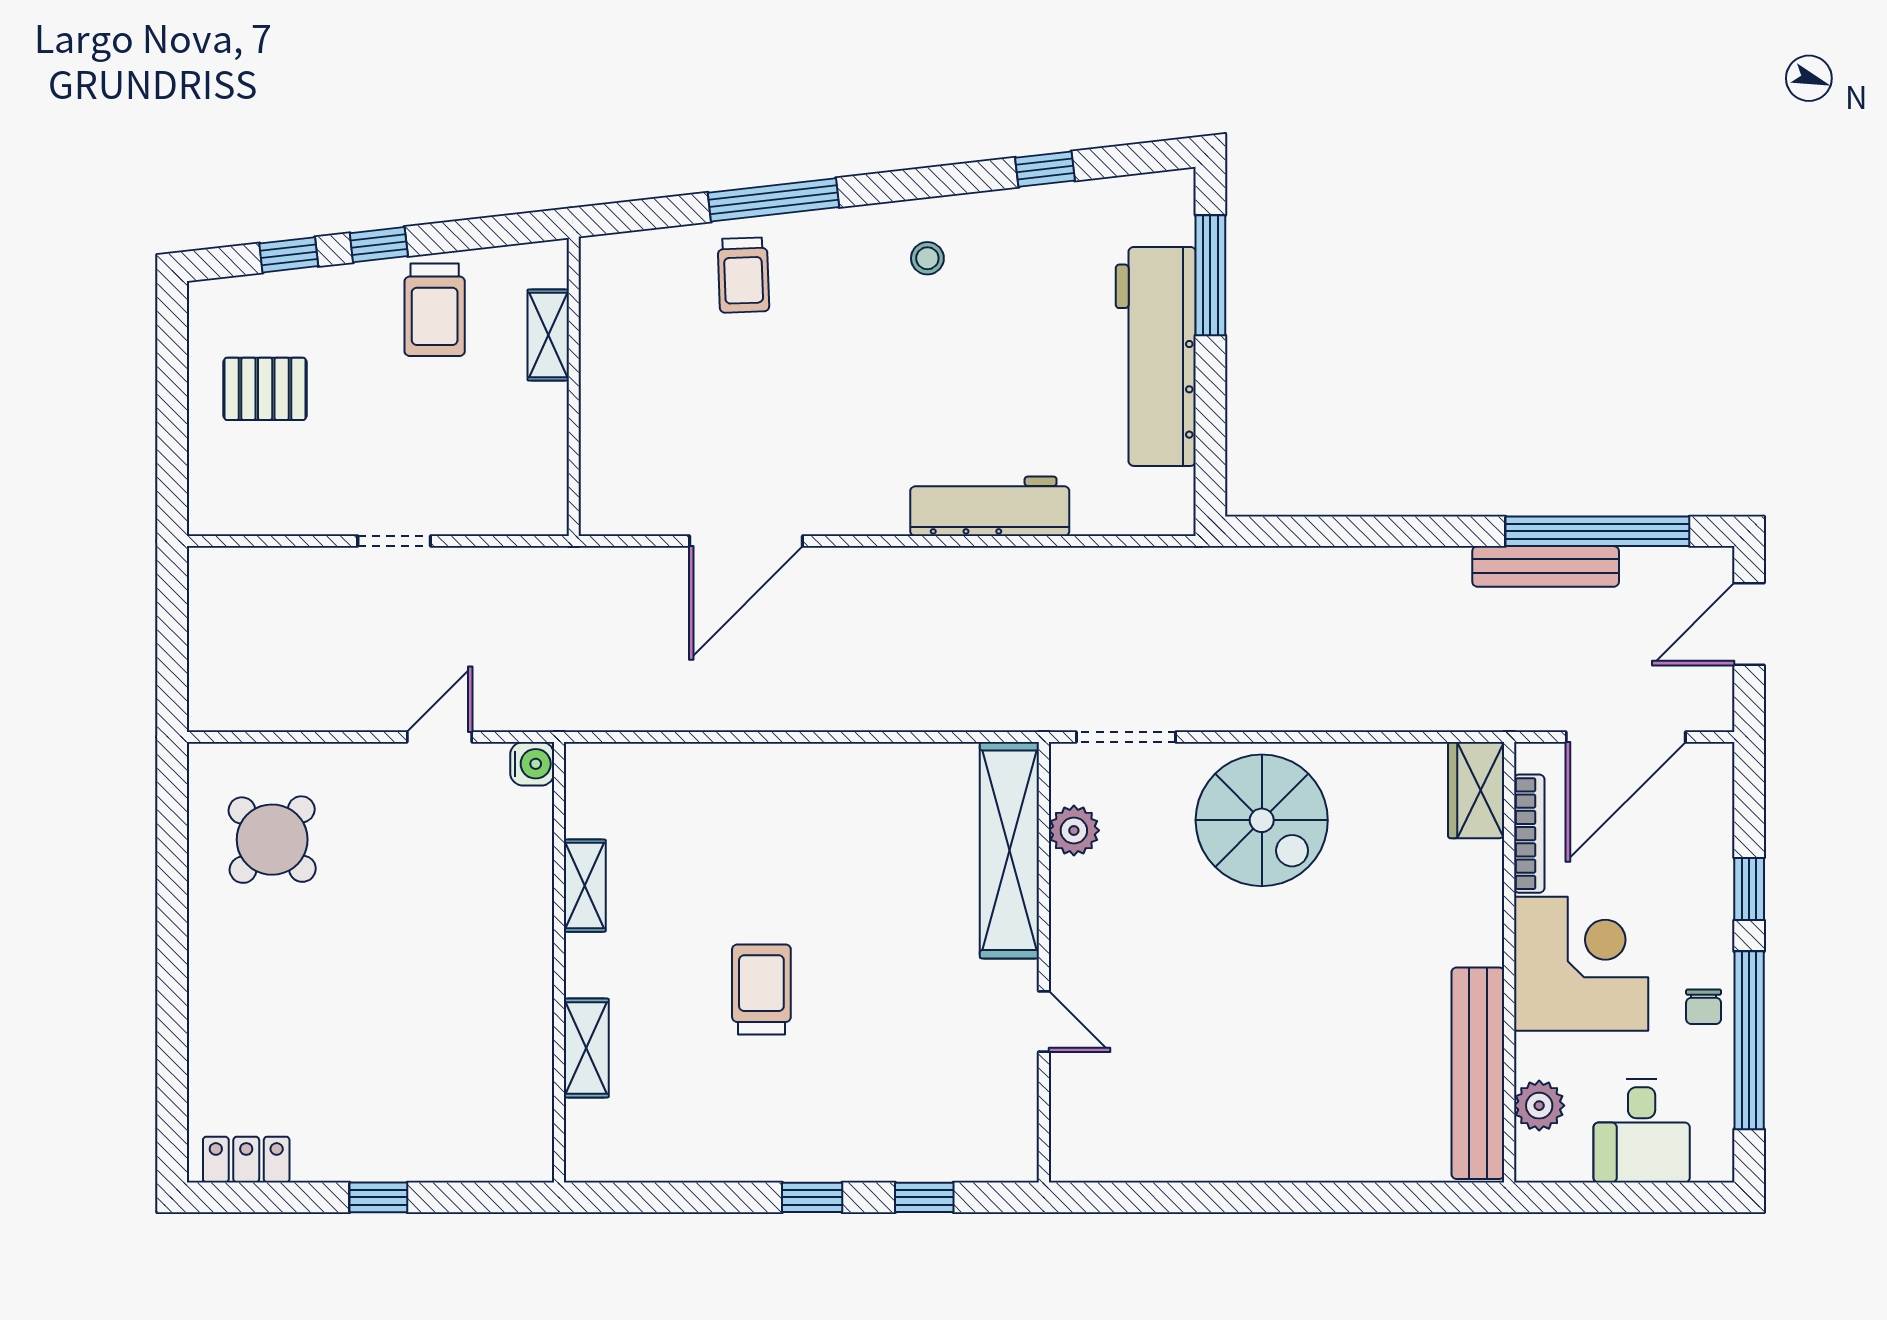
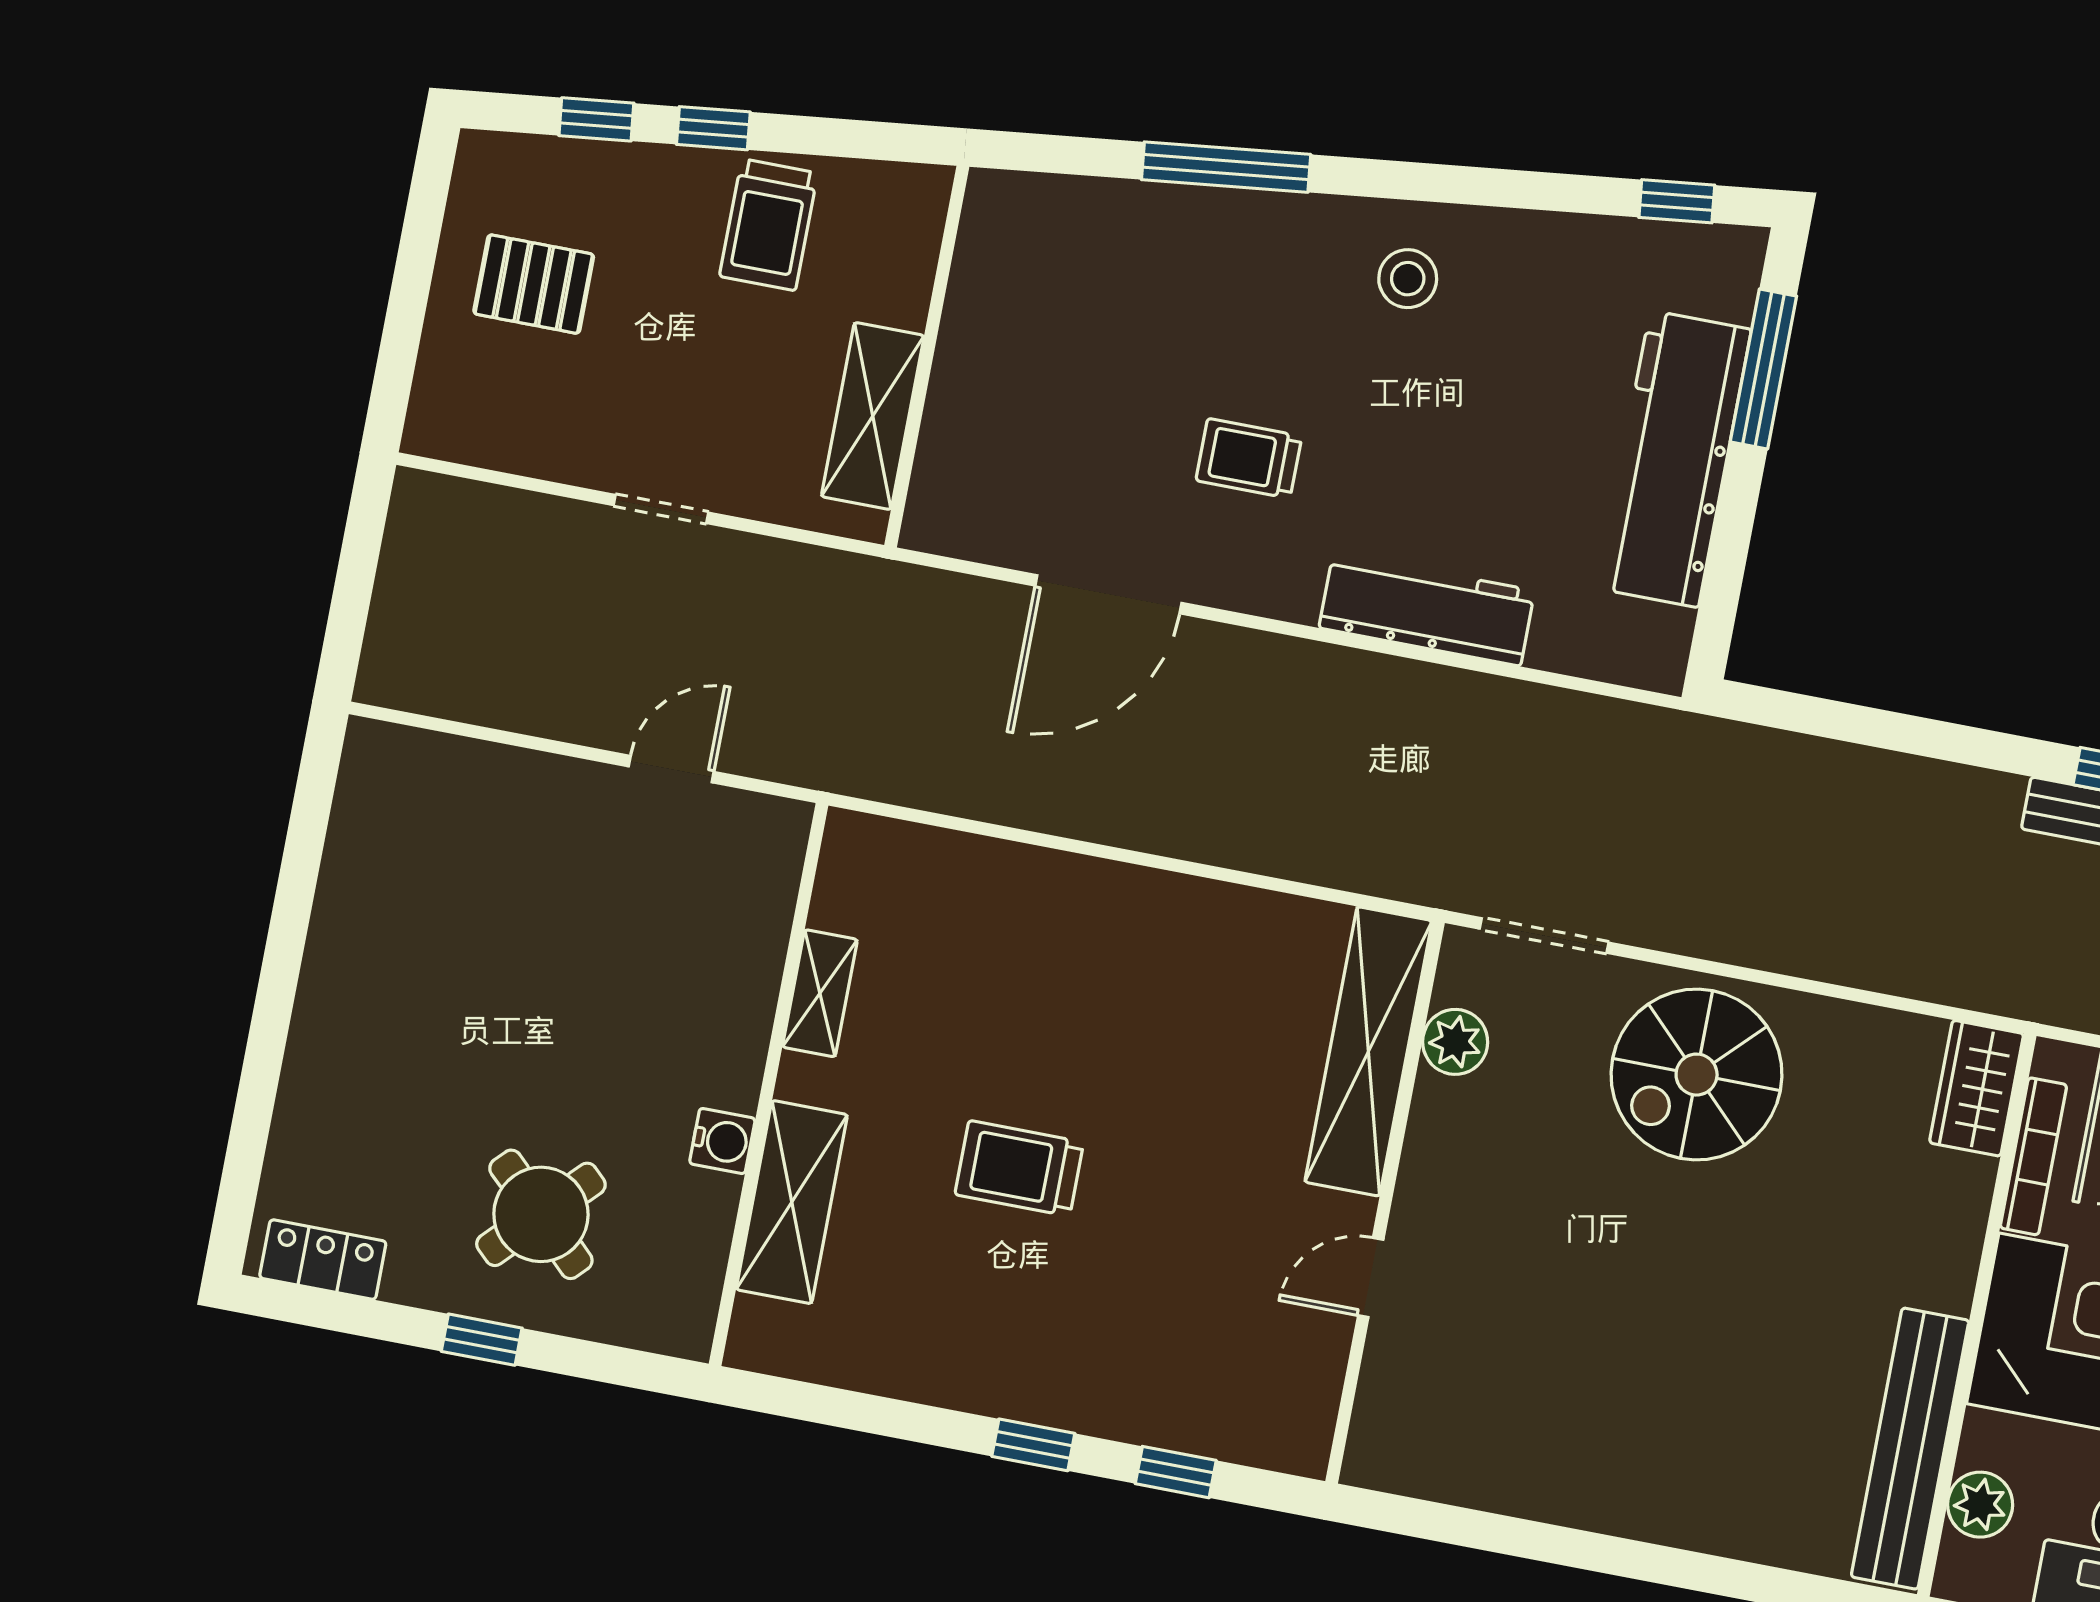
window: (1045, 169) -> (1677, 201), moved
stool: (927, 258) -> (1408, 279), width x1.37, depth x1.37
trolley: (743, 275) -> (1249, 458), moved, turned 92
shelving: (548, 335) -> (873, 416), moved, width x1.50, depth x1.33
water cooler: (532, 764) -> (722, 1141), moved
spiral stairs: (1262, 820) -> (1697, 1075), turned 90
round table: (272, 840) -> (541, 1214), moved
trolley: (761, 990) -> (1019, 1168), turned -90
door: (1044, 1021) -> (1371, 1277), swing flipped
shelving: (586, 1048) -> (792, 1202), width x1.50, depth x1.33

